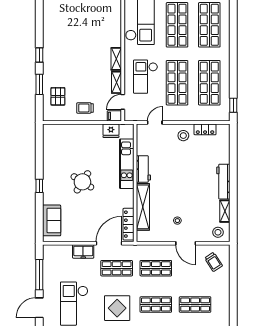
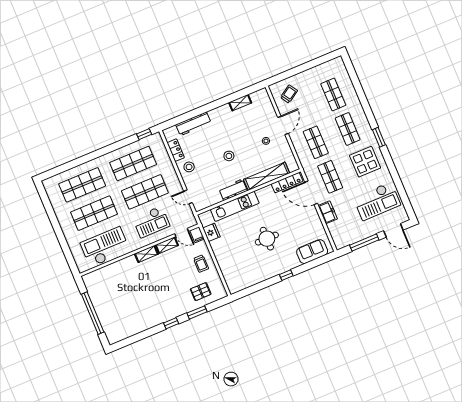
round table: (82, 182) -> (267, 239), turned -32
workbench: (223, 182) -> (193, 124), moved
stool: (218, 232) -> (229, 156), moved

